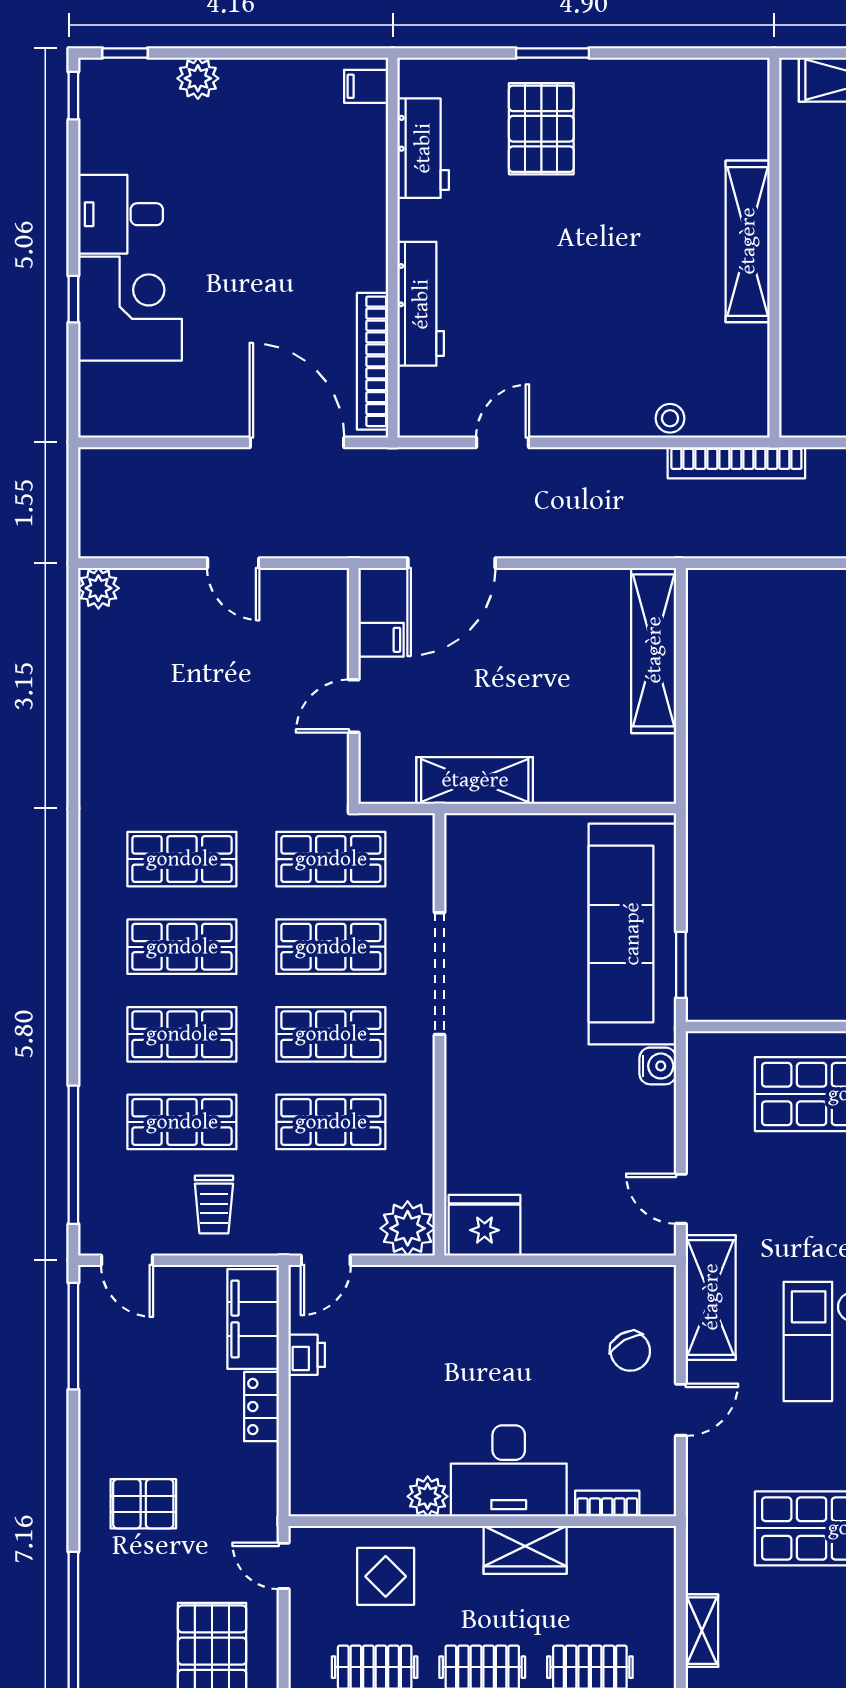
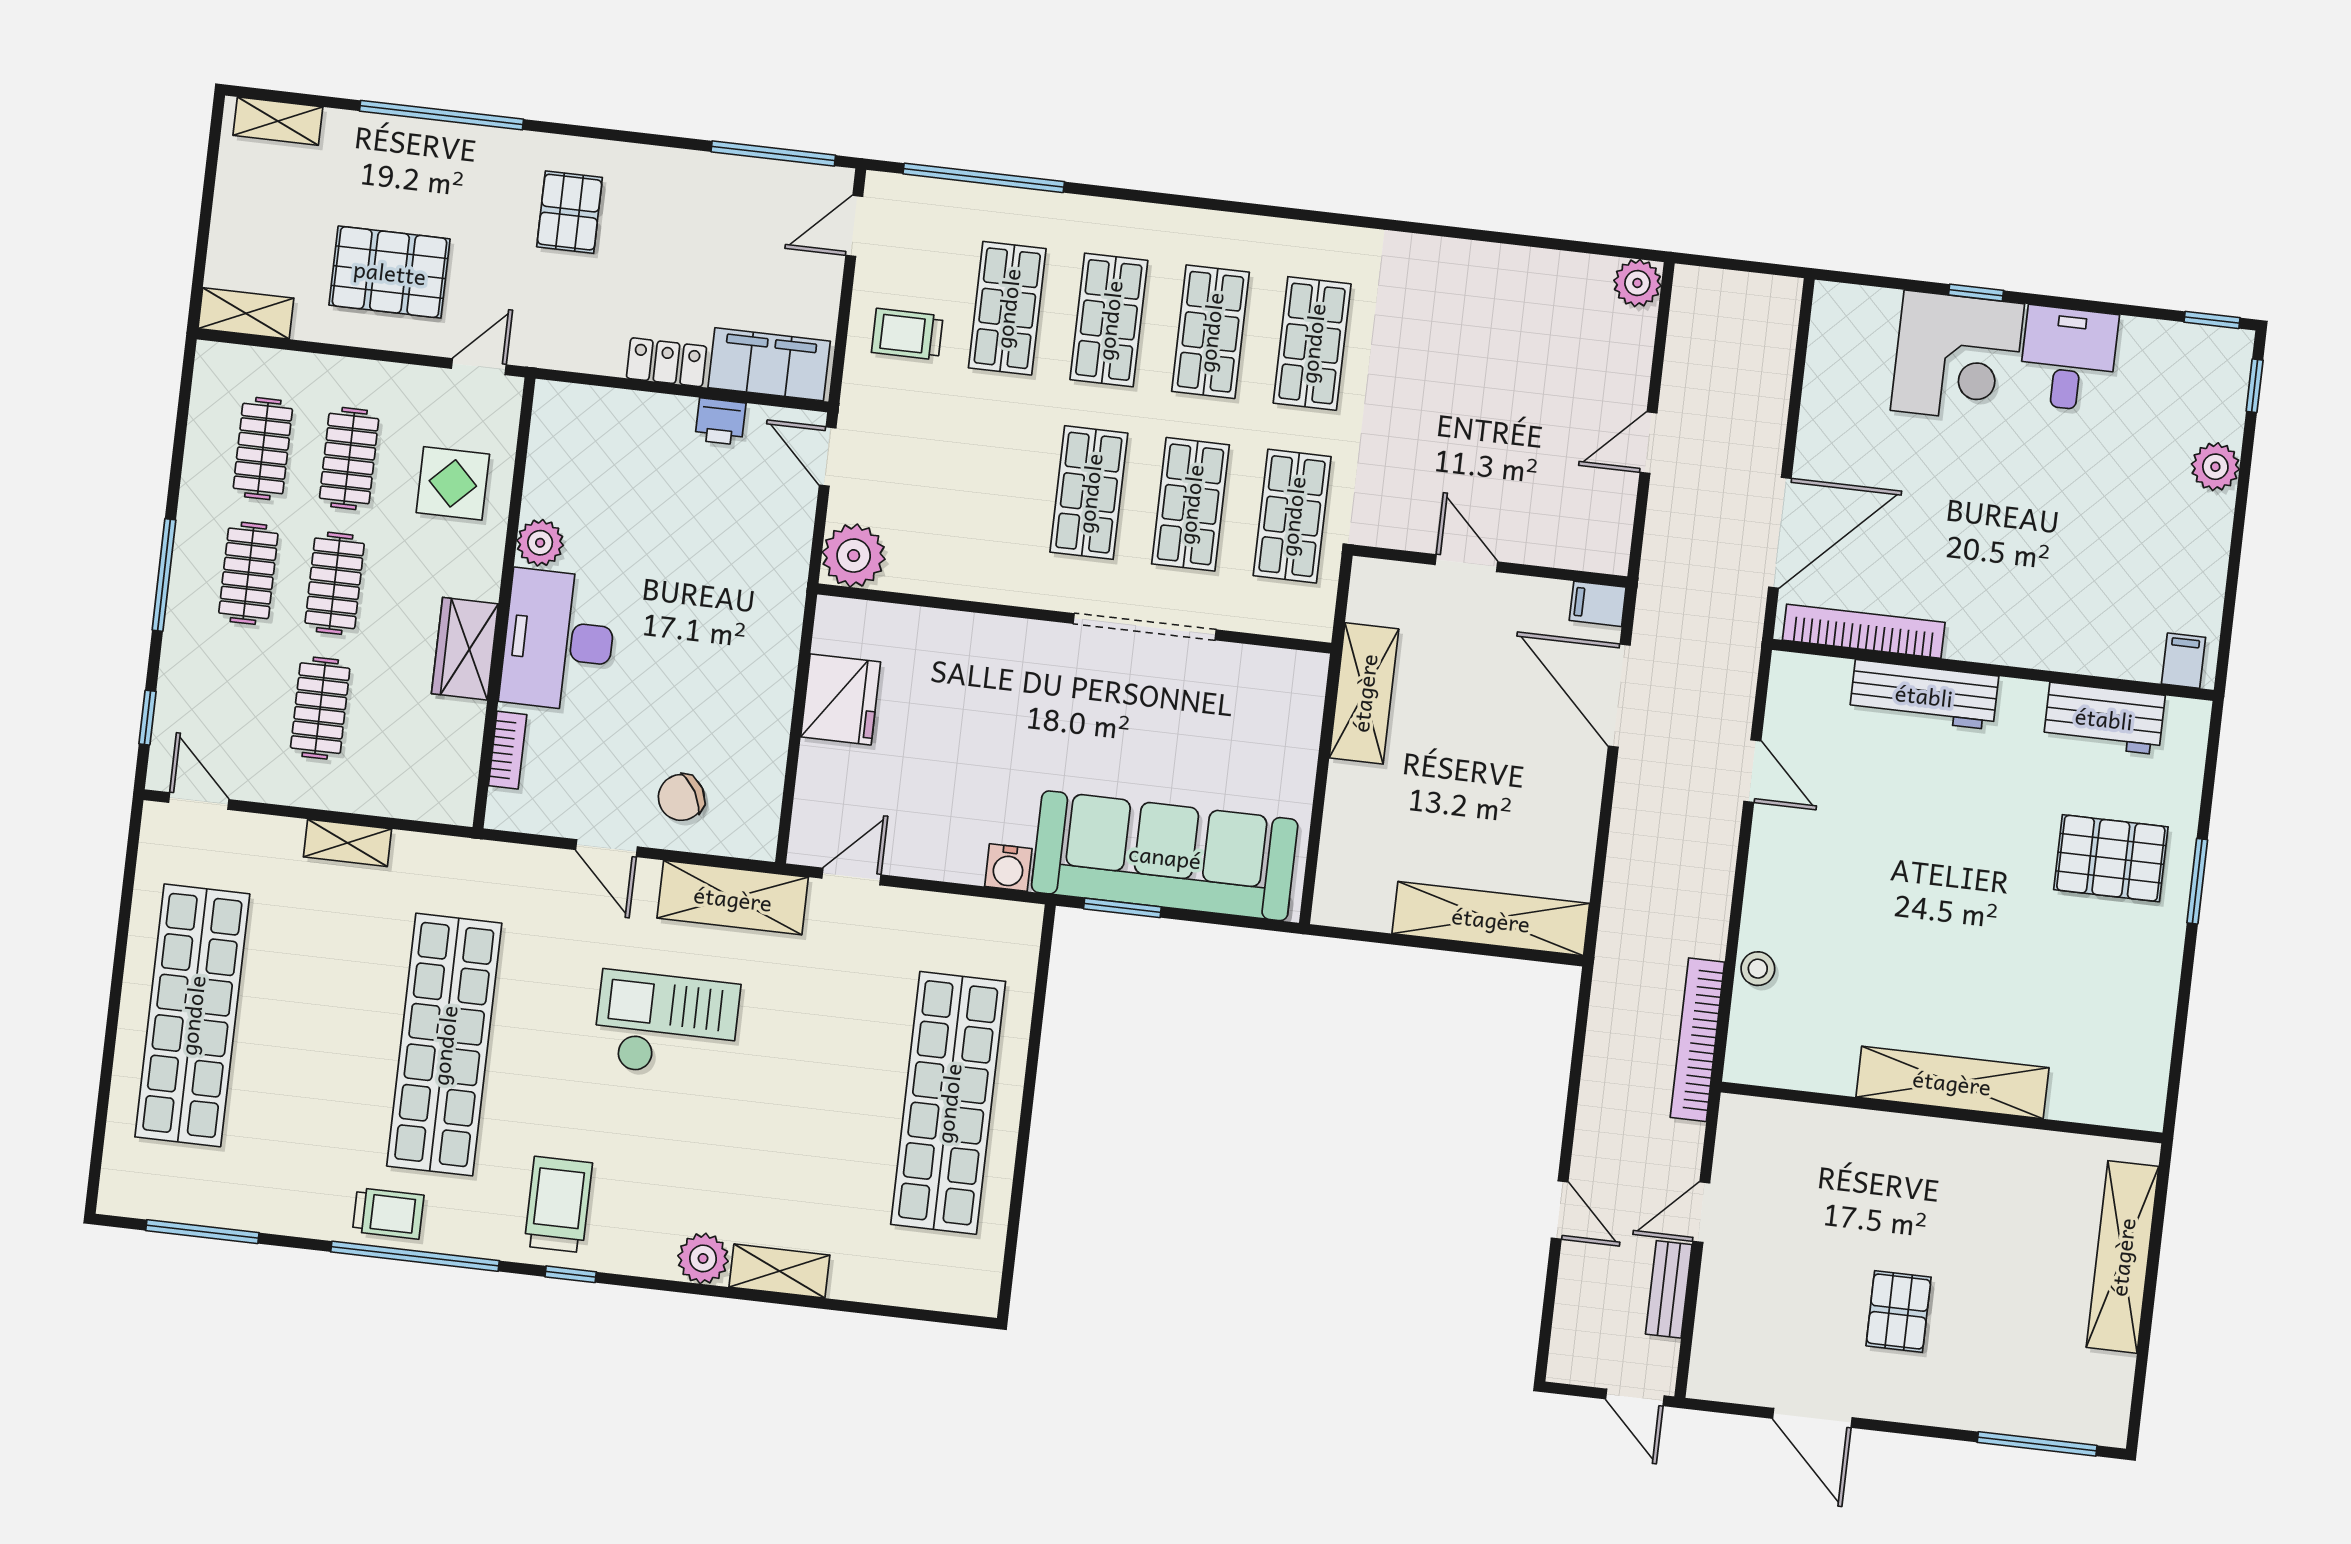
filing cabinet: (381, 640) -> (1598, 604), moved, turned 90
shop shelf: (331, 1122) -> (987, 481), removed
fridge: (485, 1225) -> (841, 699), moved

